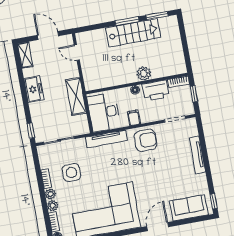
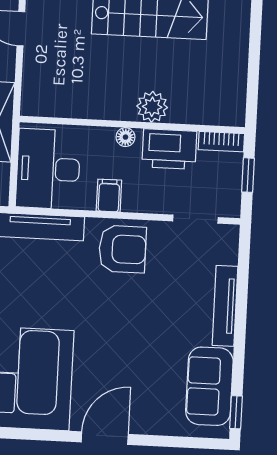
sofa: (189, 208) -> (209, 386), moved, turned -90

